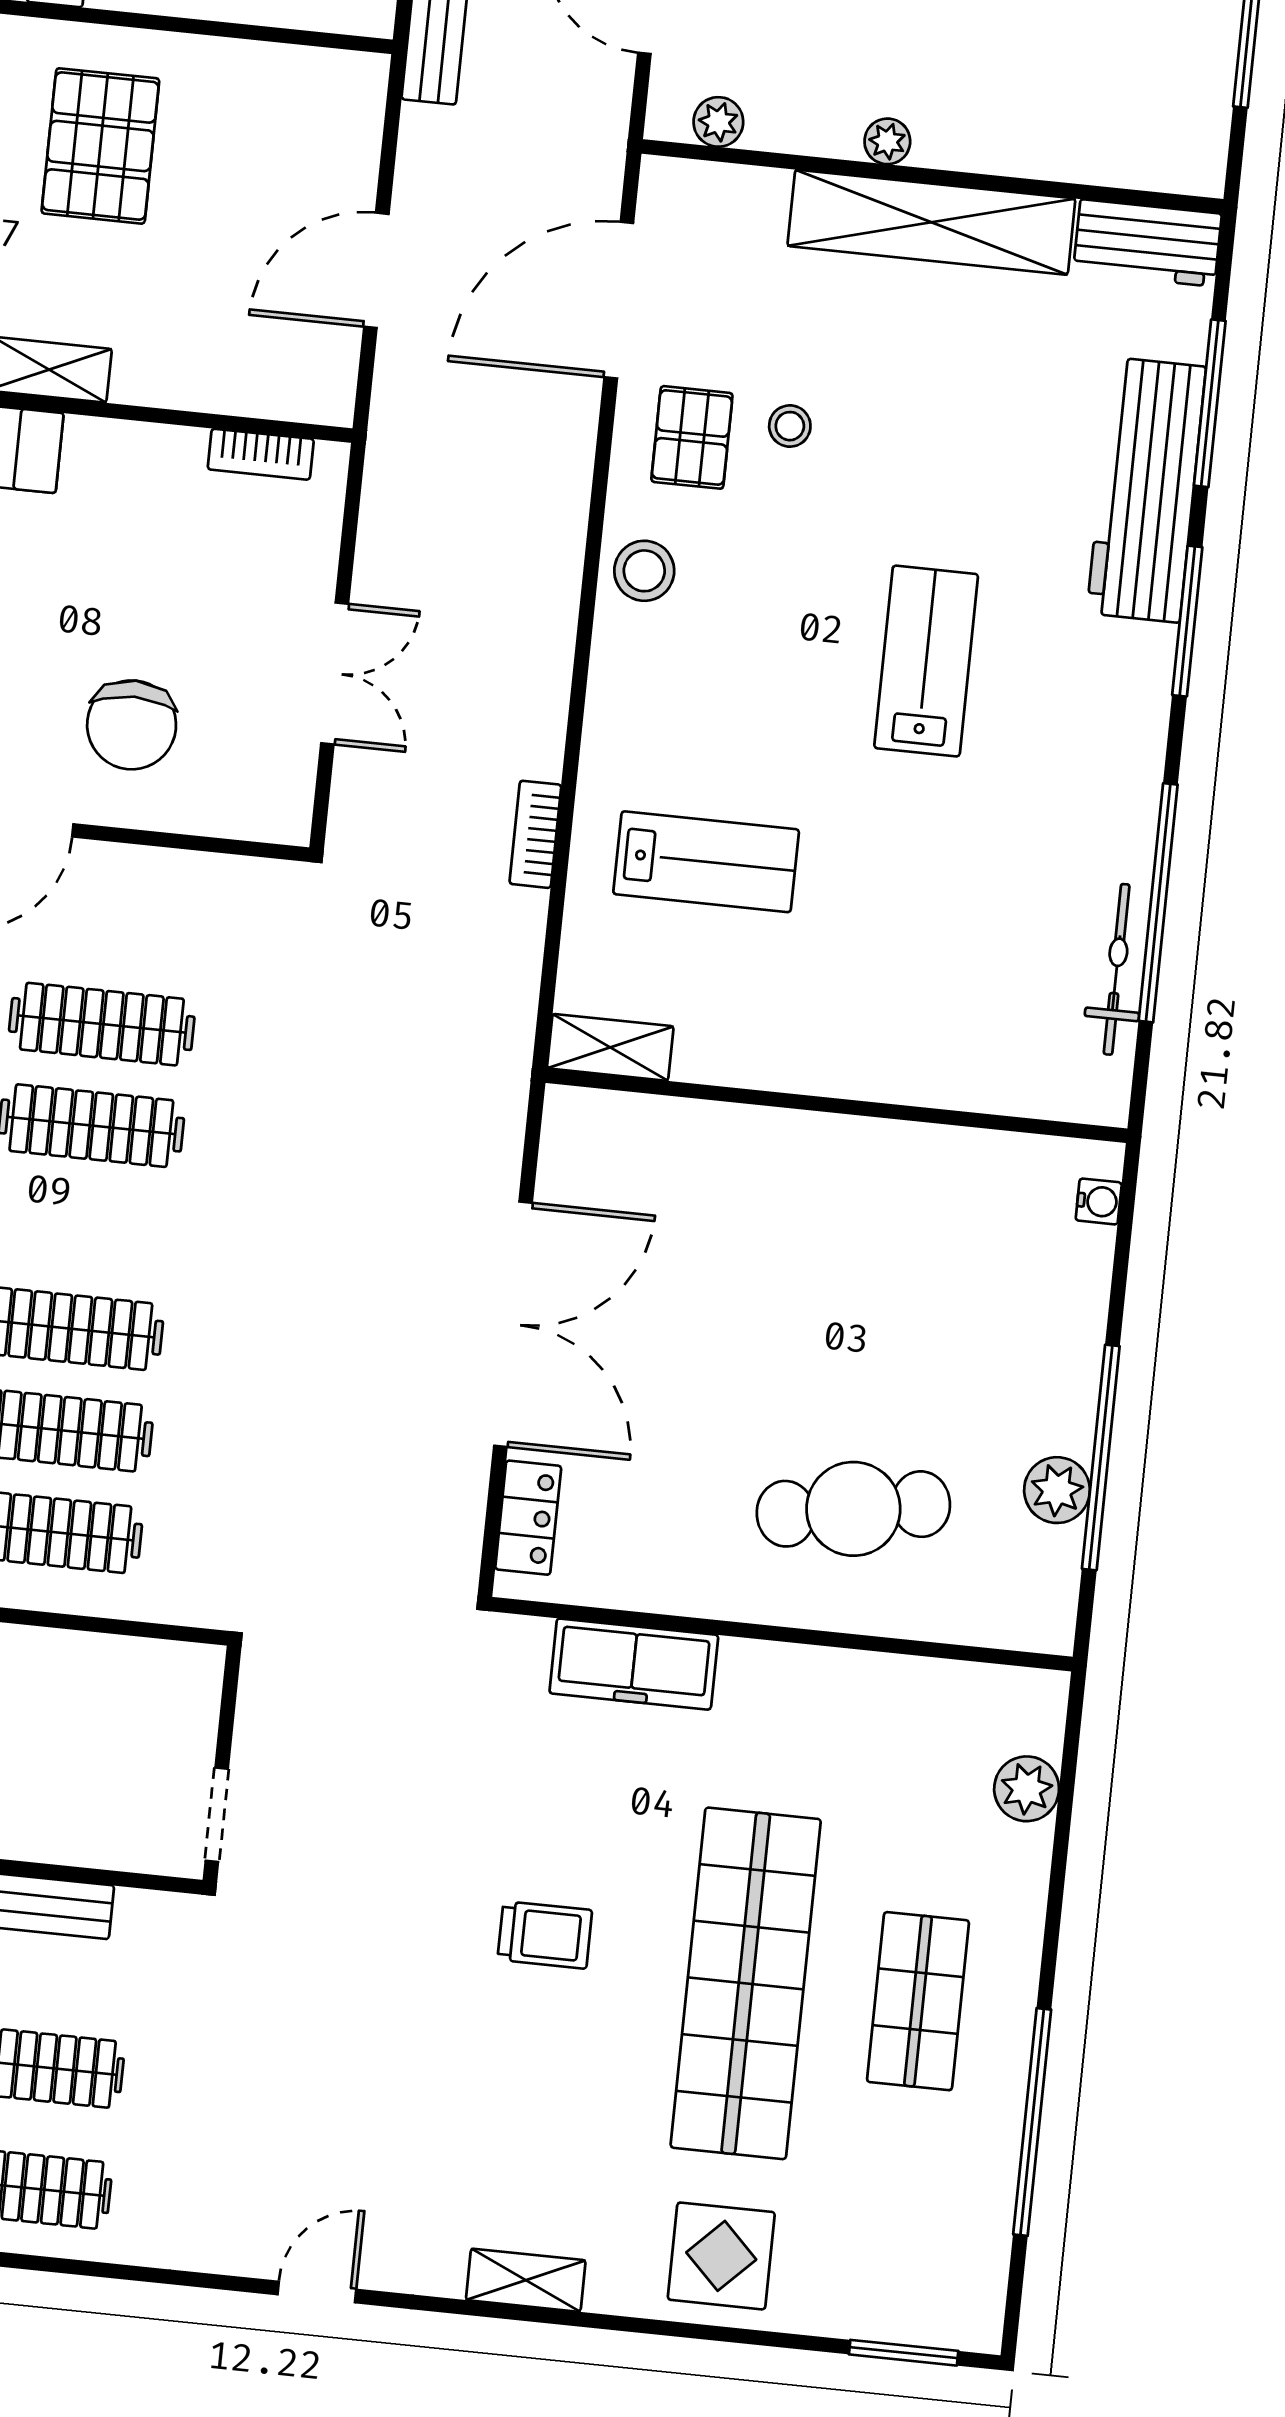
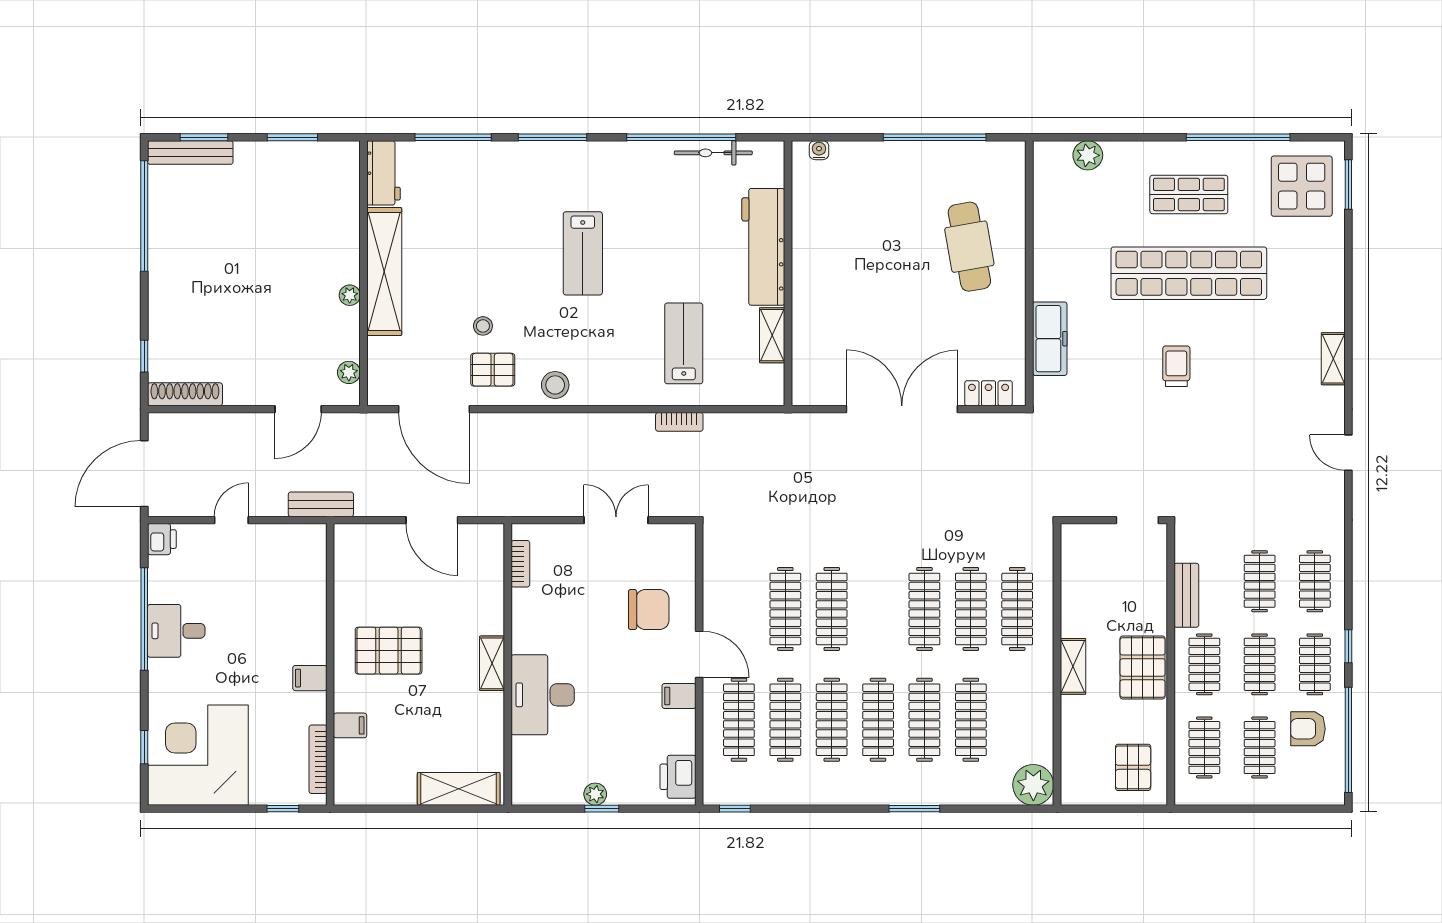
workbench: (1146, 490) -> (763, 247), moved, turned 90
lab bench: (926, 661) -> (583, 253), turned -90
shelving: (610, 1047) -> (772, 335), moved
plant: (1057, 1490) -> (951, 156), removed
display table: (721, 2256) -> (1302, 186), moved, width x1.36, depth x1.36

